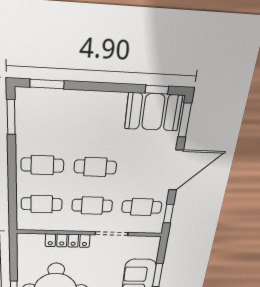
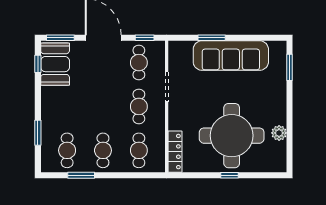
window: (47, 84) -> (38, 133), moved
window: (11, 117) -> (81, 175), moved
cafe table: (95, 167) -> (67, 150), moved
locker: (68, 241) -> (175, 152), moved

